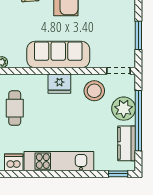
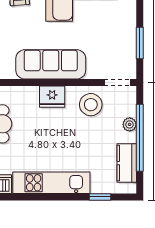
plant: (124, 109) -> (130, 124), width x0.53, depth x0.53
window: (118, 174) -> (100, 197), moved

